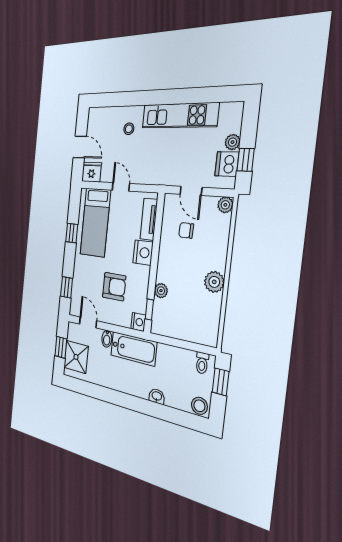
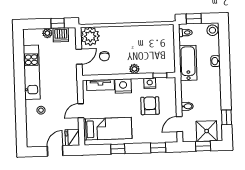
plant: (225, 205) -> (90, 36), width x1.87, depth x1.87
plant: (214, 282) -> (134, 32), removed
plant: (161, 291) -> (134, 69), moved
nightstand: (138, 322) -> (150, 83), moved
bathtub: (134, 349) -> (188, 63), moved
window: (87, 389) -> (226, 117), added

